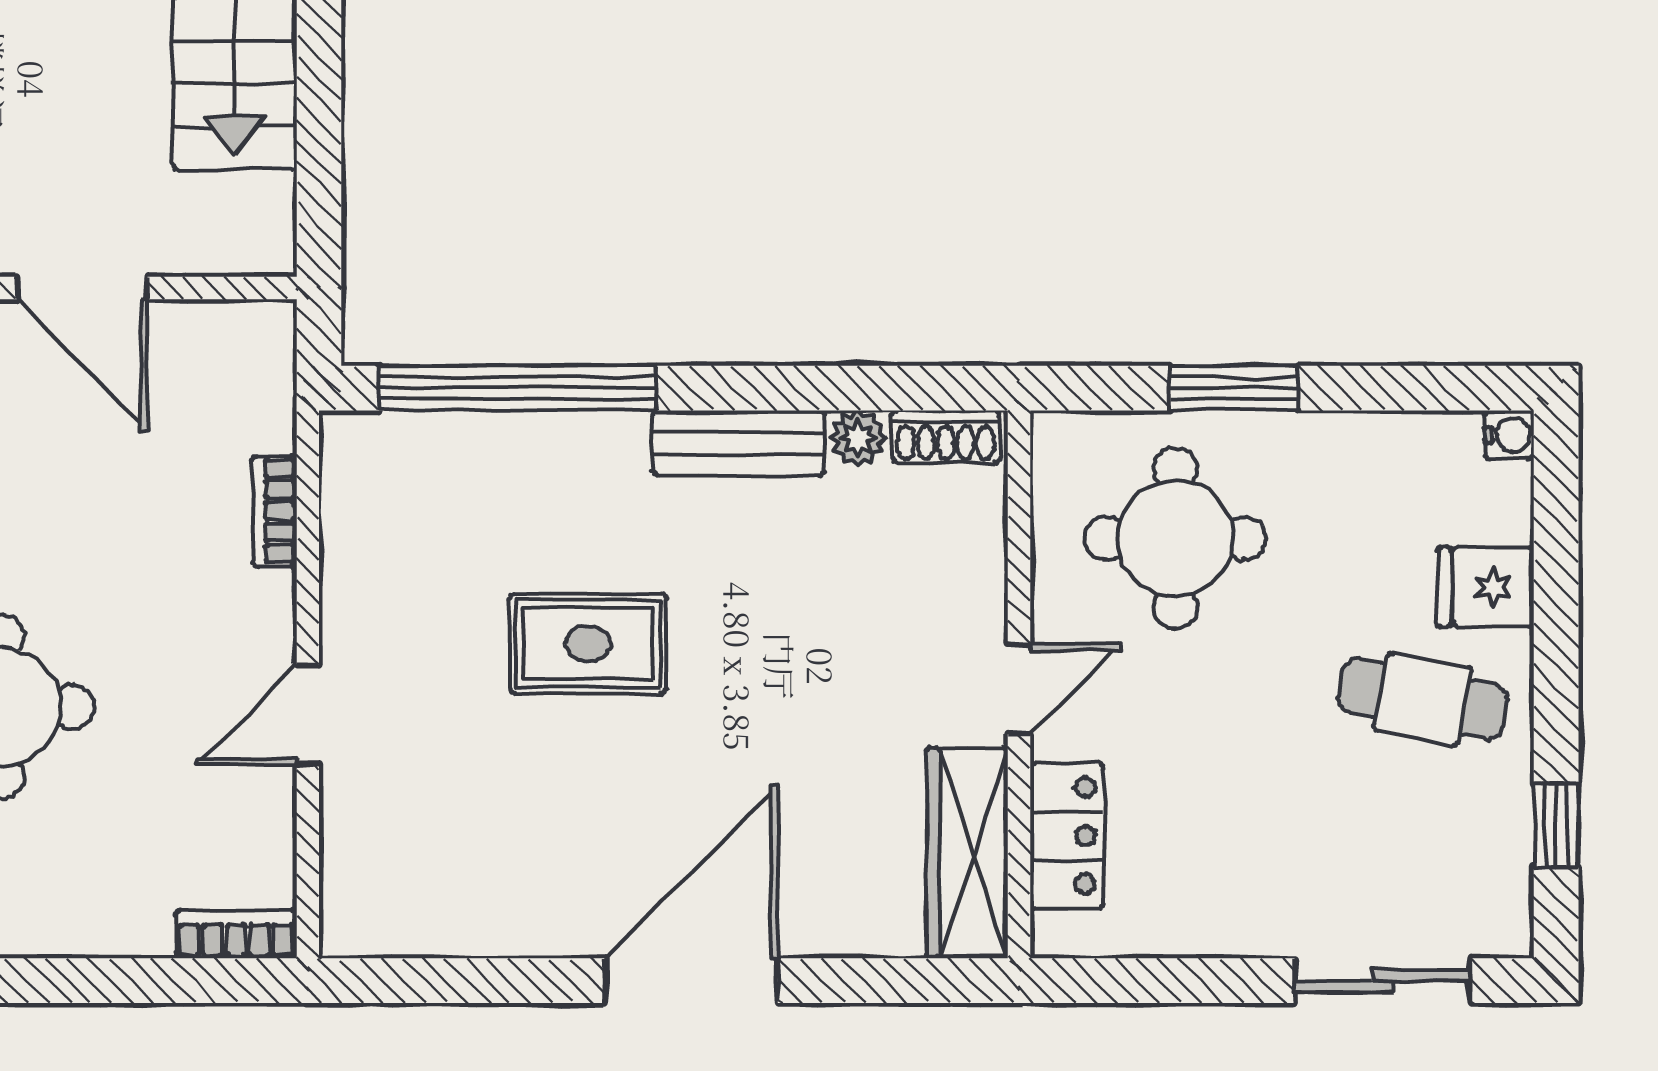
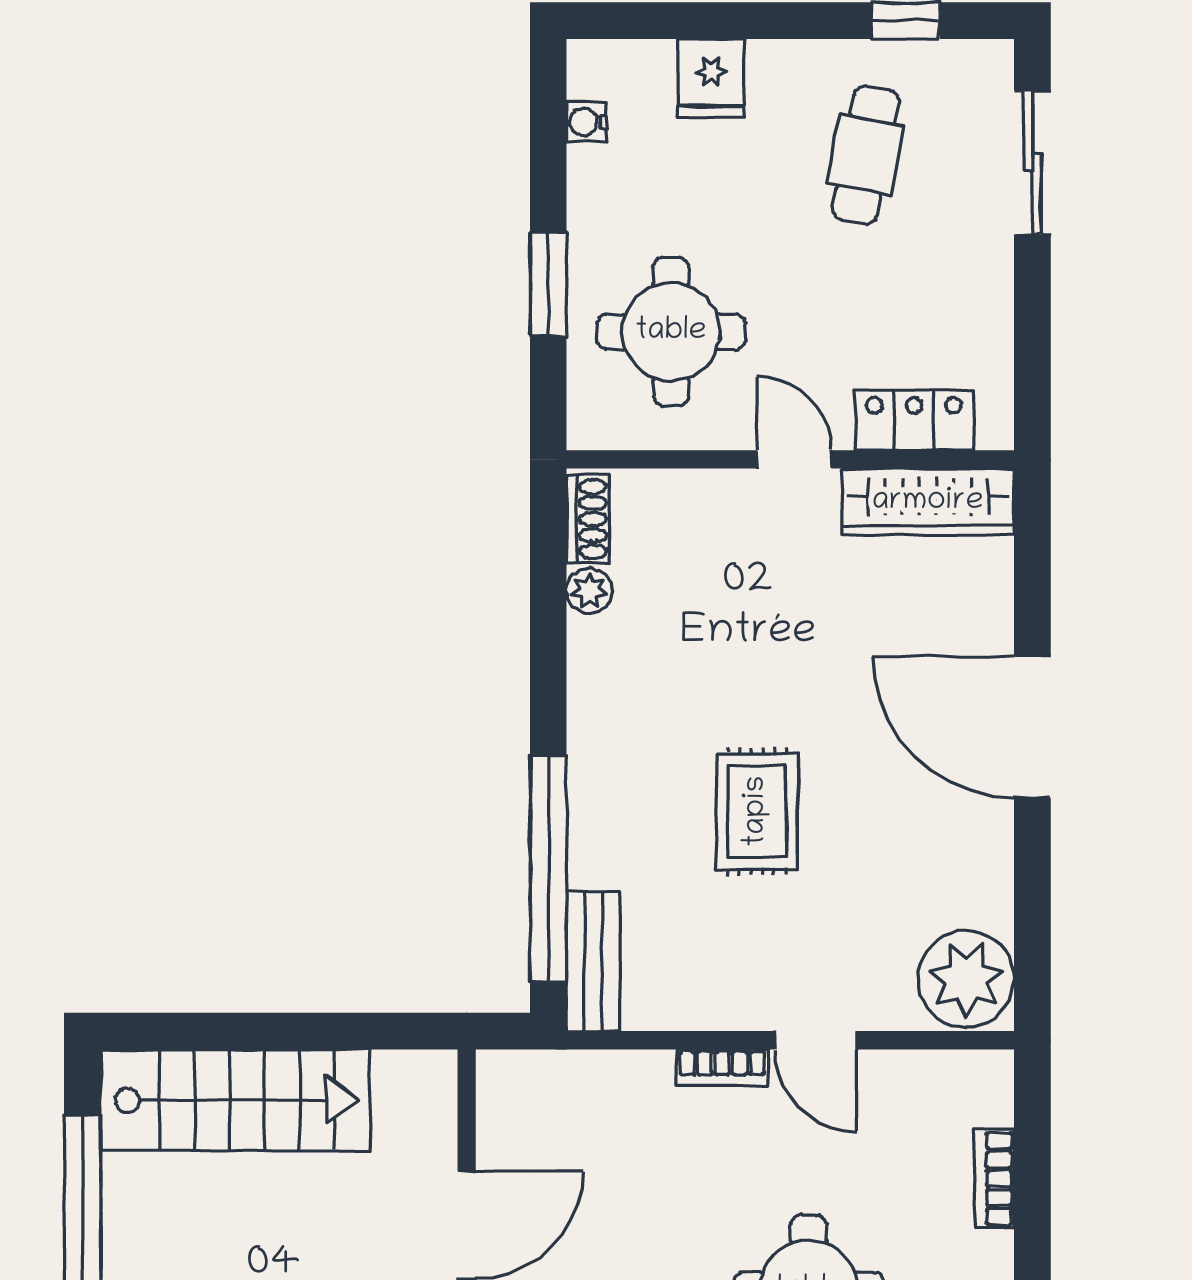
water cooler: (1509, 435) -> (587, 122), moved, turned -90
bench: (739, 443) -> (593, 961), moved
bookcase: (275, 511) -> (722, 1067), moved
cafe table: (1423, 699) -> (866, 155), moved
plant: (383, 900) -> (966, 979), added
bookcase: (236, 934) -> (994, 1179), moved

